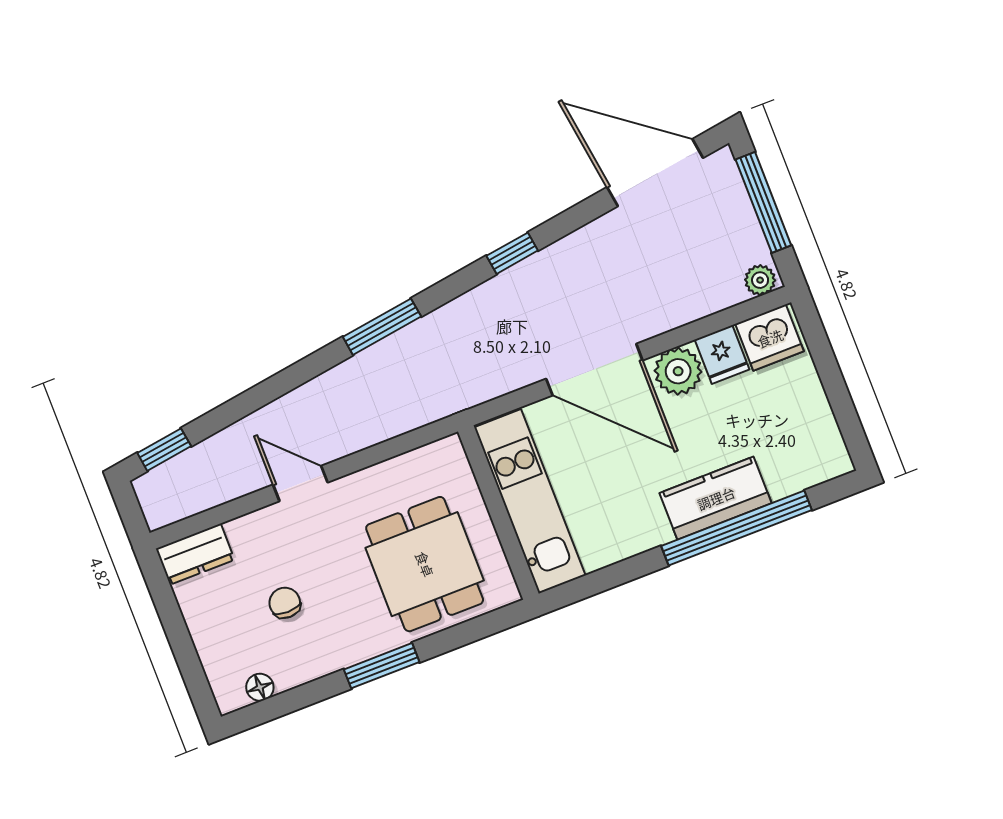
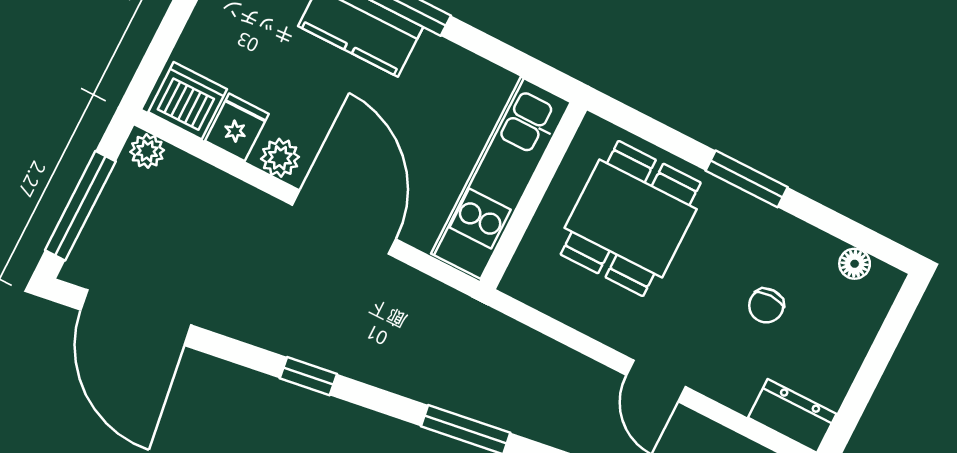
plant: (678, 371) -> (280, 158), width x0.73, depth x0.73

